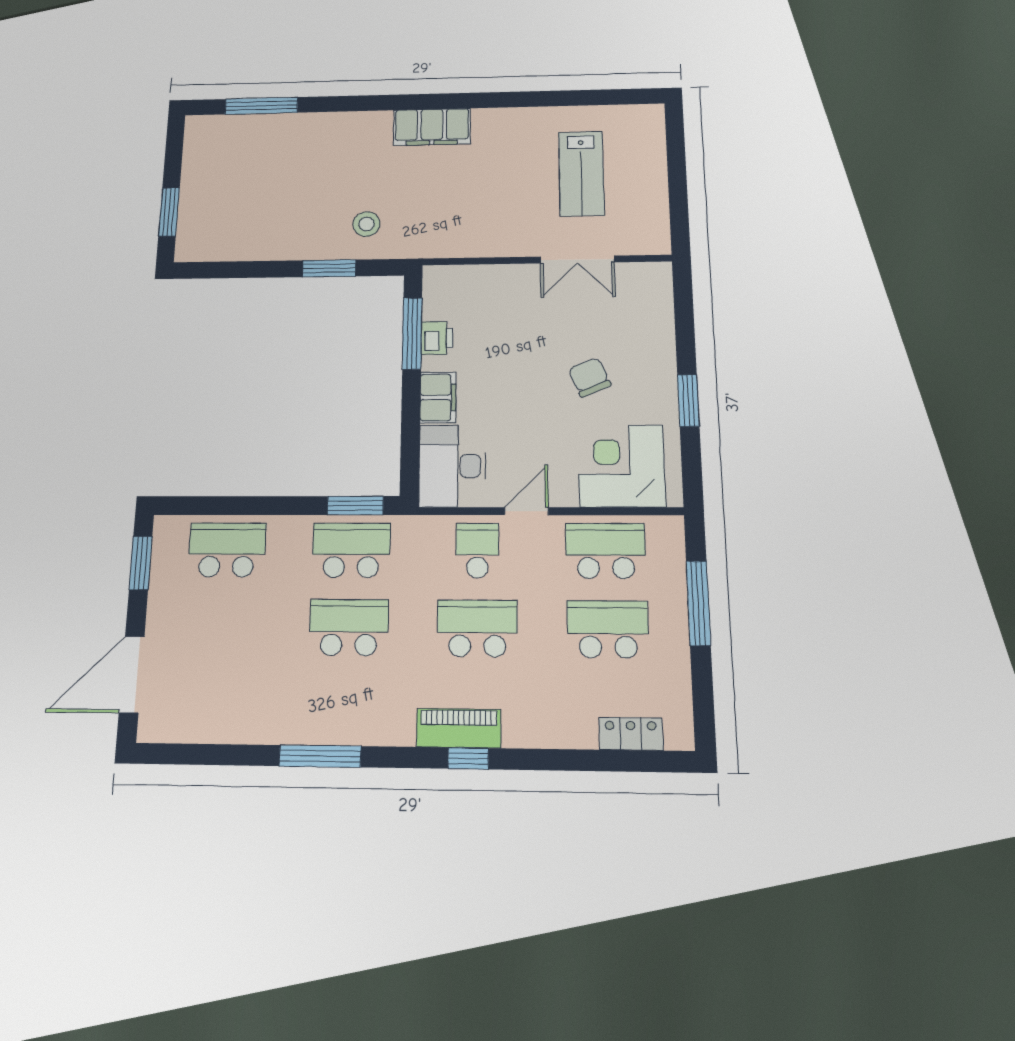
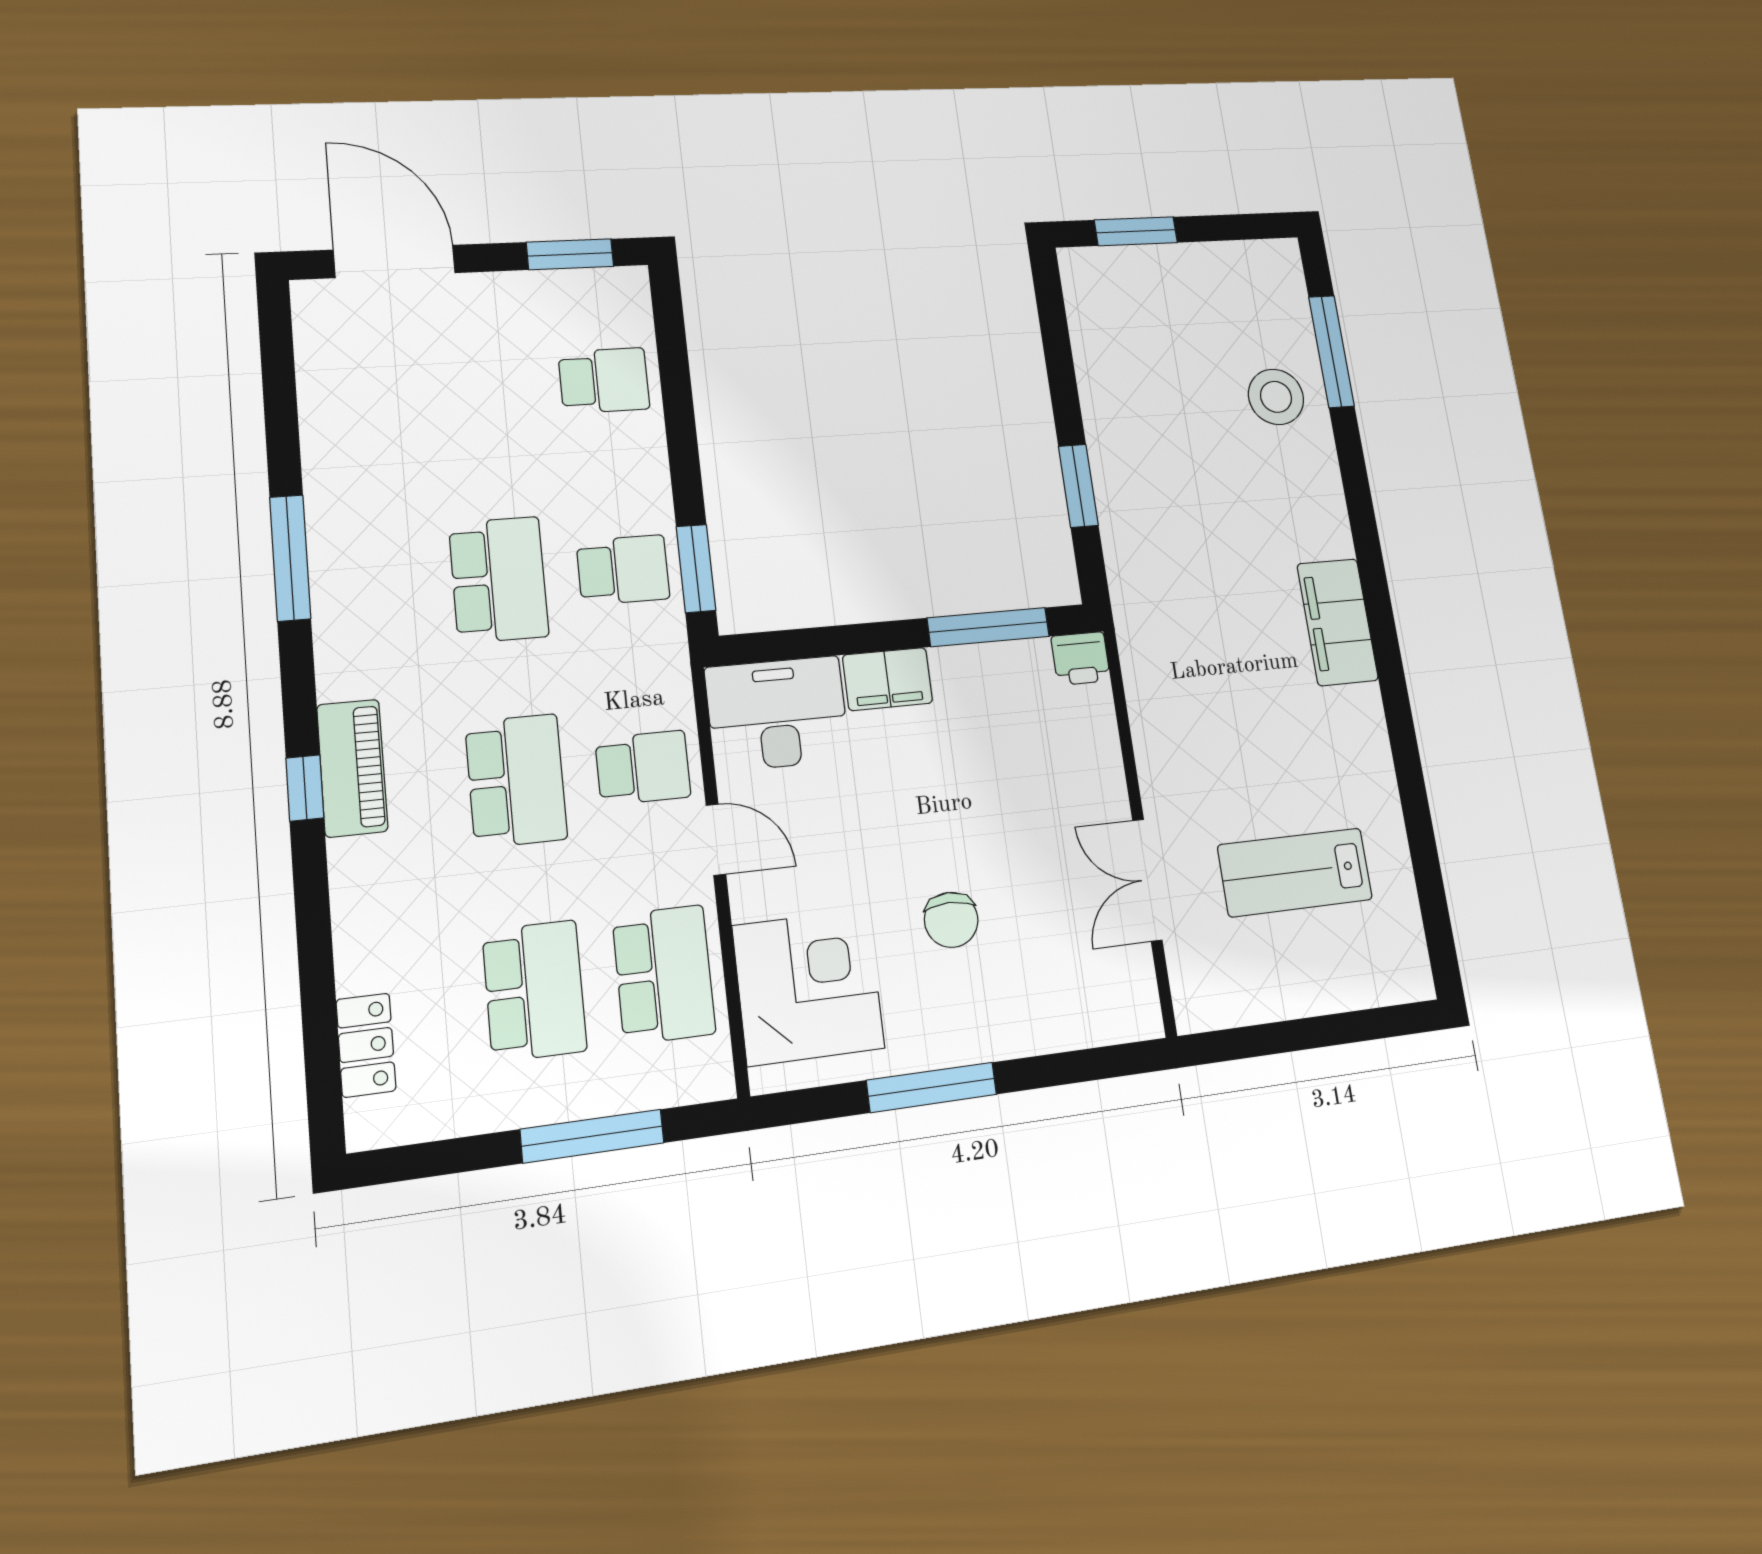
stool: (366, 224) -> (1276, 397), moved, width x1.38, depth x1.38
printer: (437, 338) -> (1081, 658), moved
chair: (590, 377) -> (951, 920), turned 113
window: (688, 401) -> (932, 1087), width x1.44
school desk: (227, 550) -> (604, 380), width x0.54
school desk: (351, 550) -> (623, 570), width x0.54

